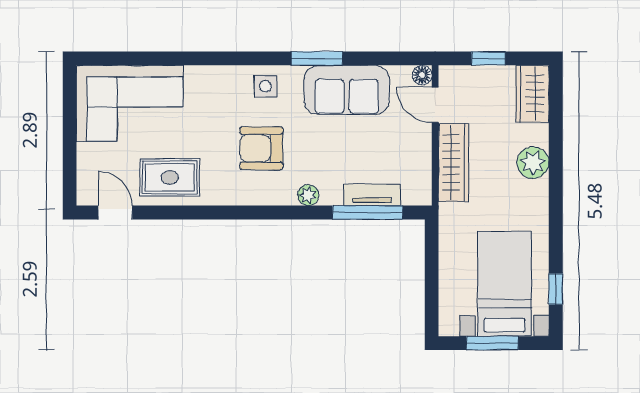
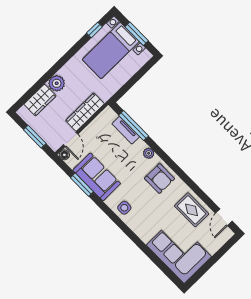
window: (317, 58) -> (82, 185), moved
window: (488, 58) -> (35, 137), width x1.50
wardrobe: (532, 94) -> (40, 100), moved
armchair: (261, 148) -> (160, 179), moved

